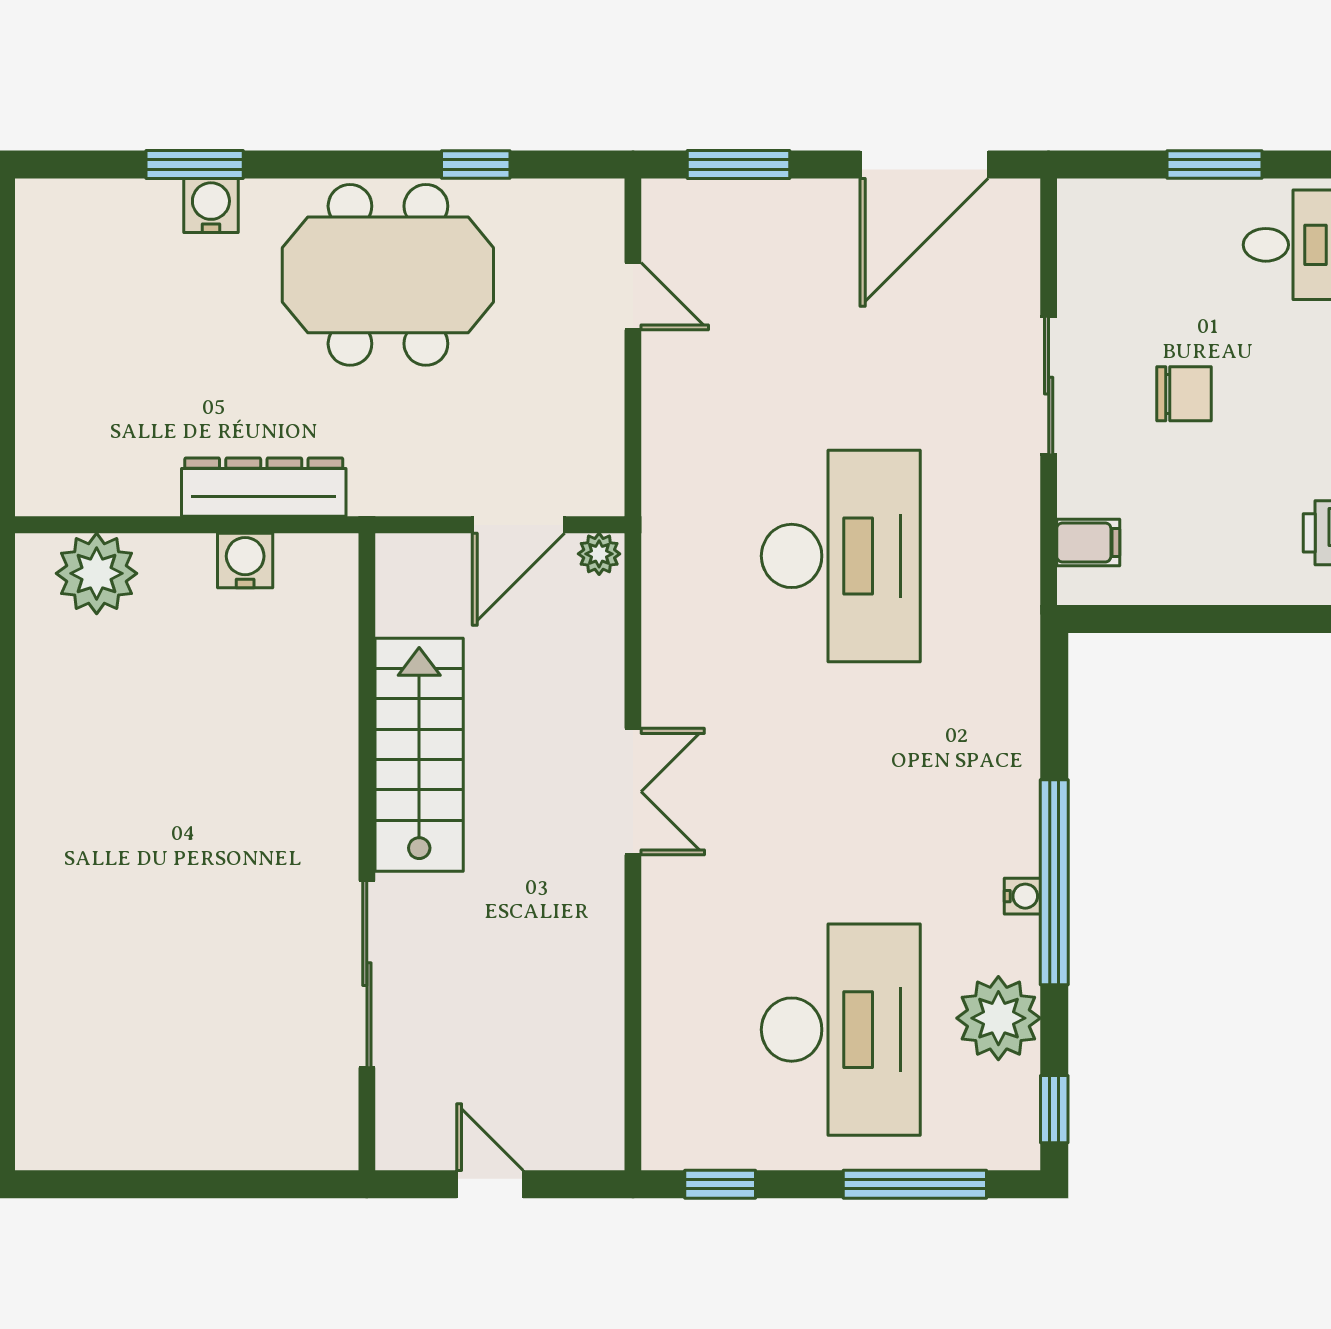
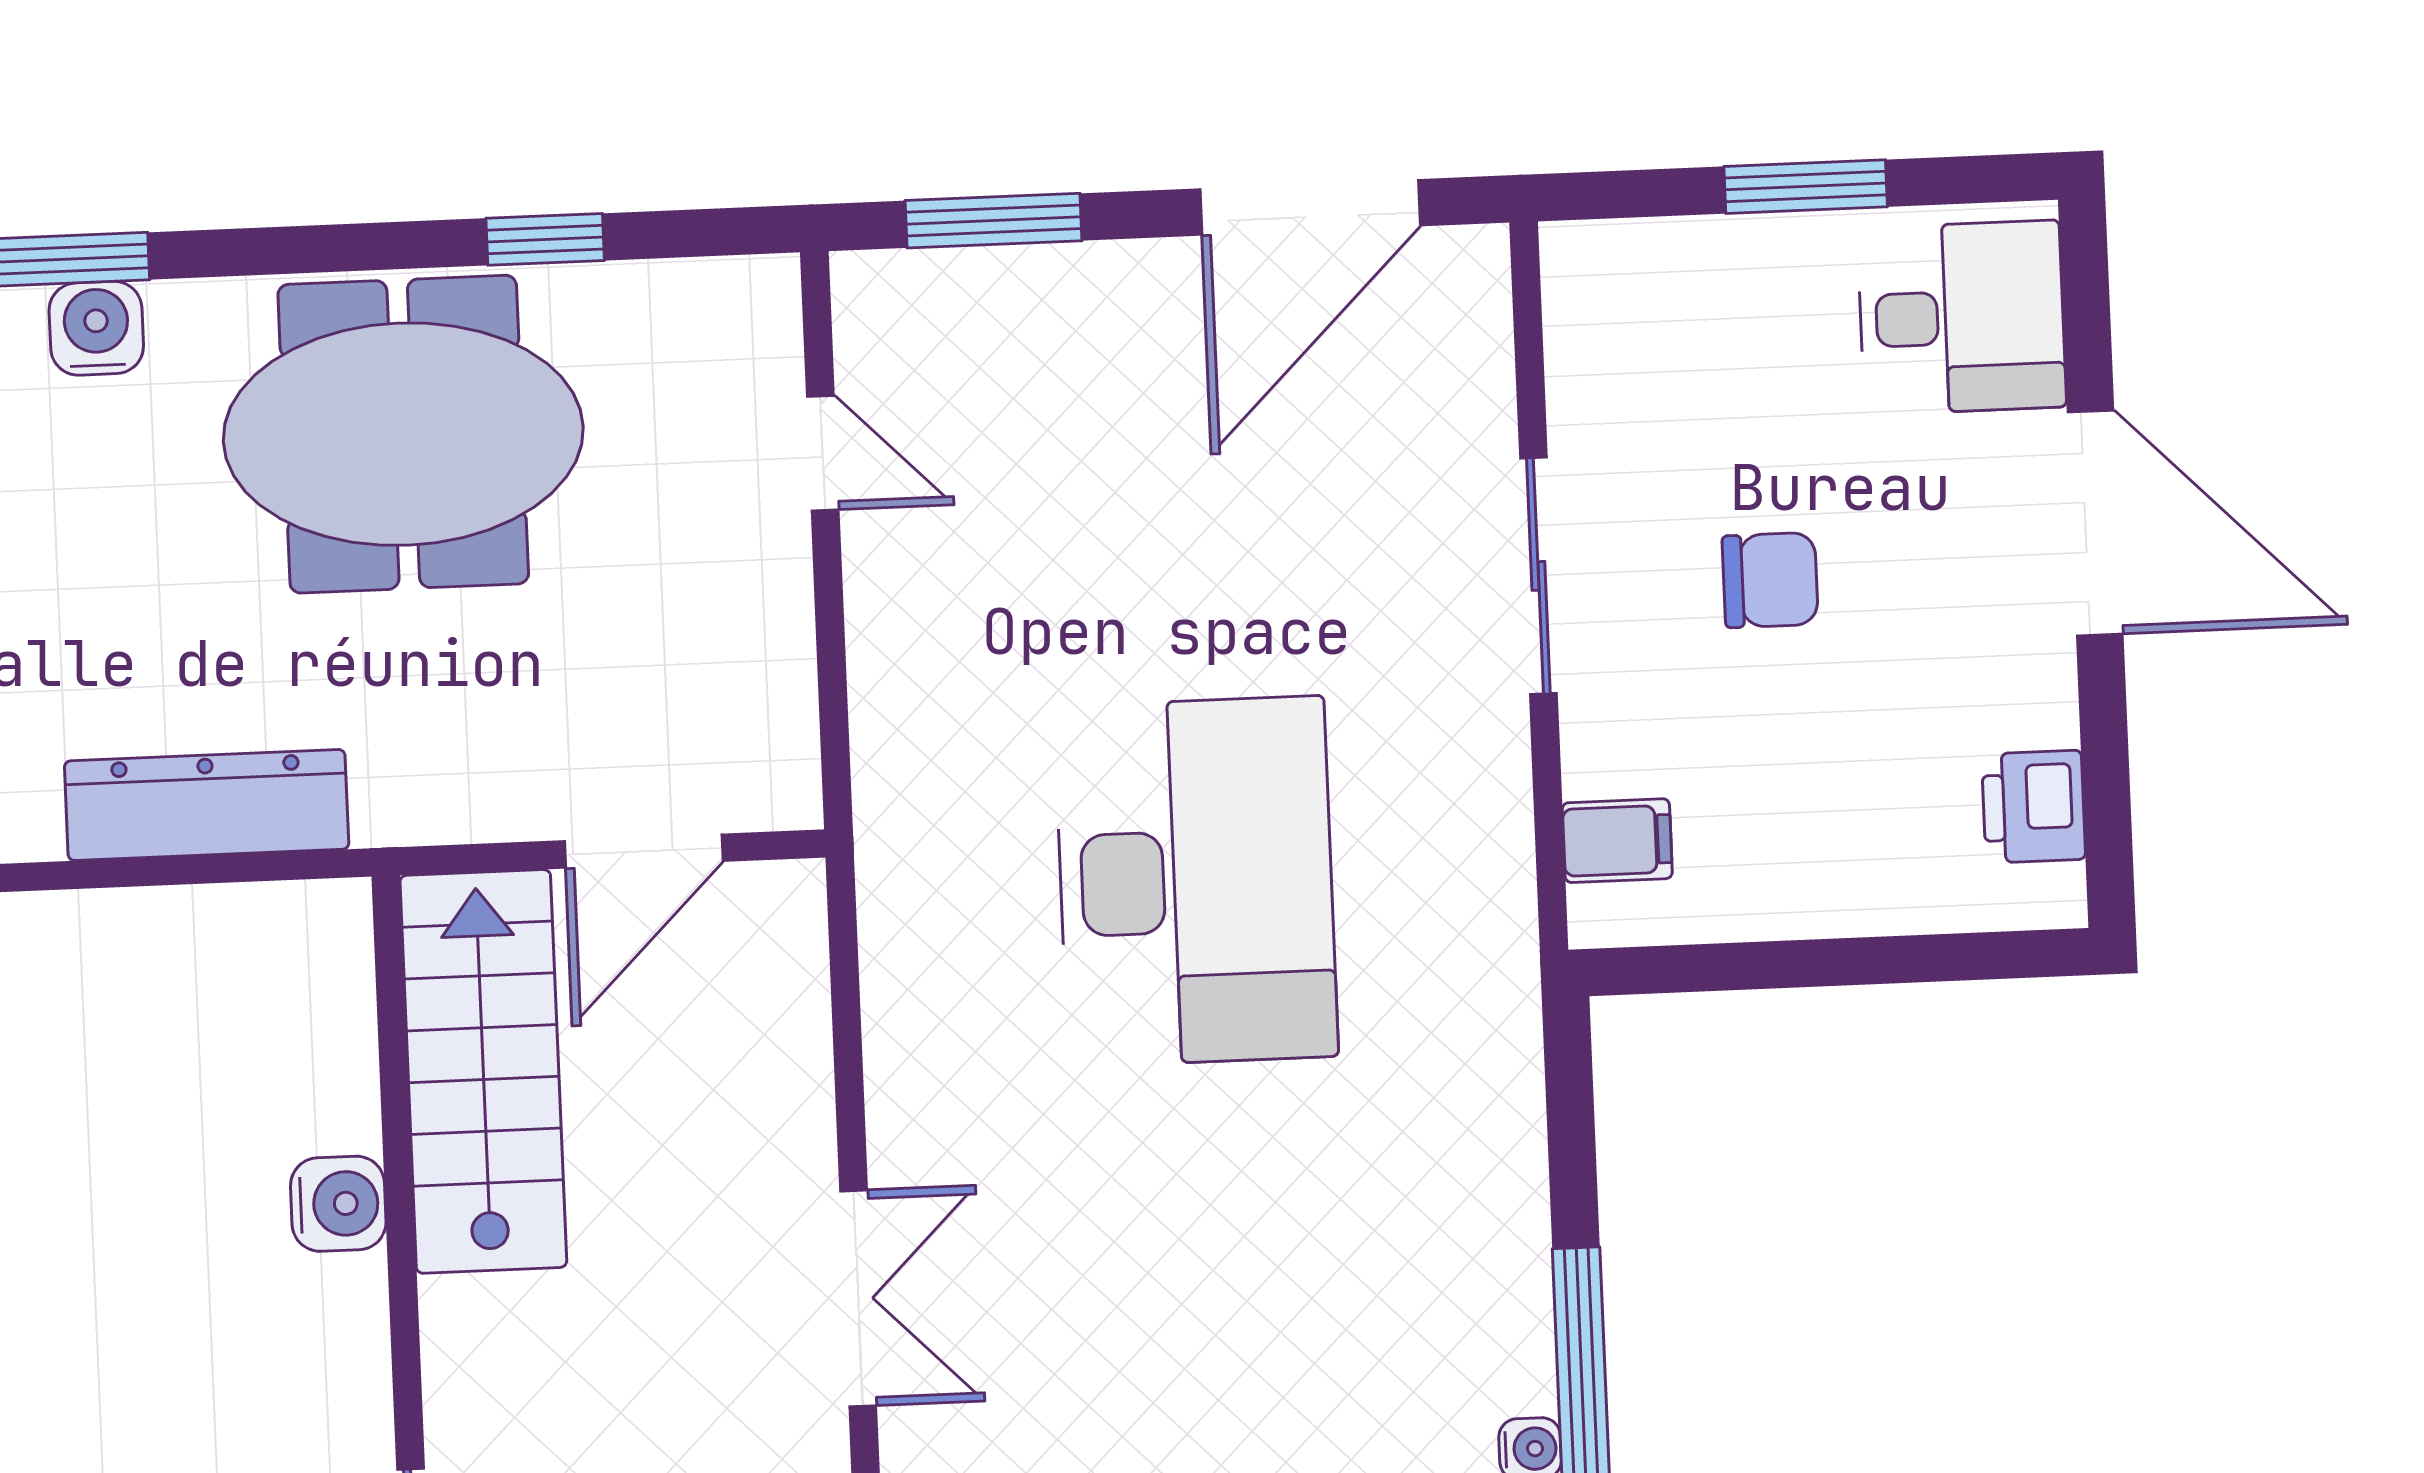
plant: (599, 554) -> (783, 895), removed
water cooler: (245, 560) -> (338, 1204), moved, turned 90
stairs: (419, 755) -> (483, 1071), moved

